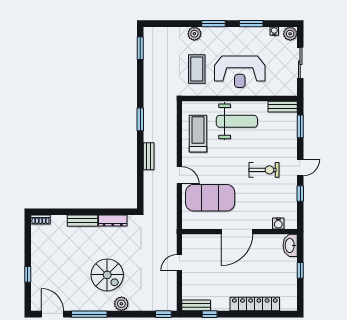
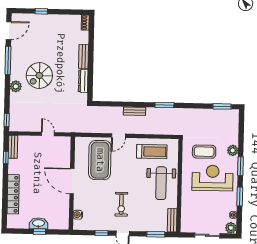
reception desk: (240, 72) -> (213, 178), moved, turned 90
washbasin: (290, 245) -> (39, 223), moved

